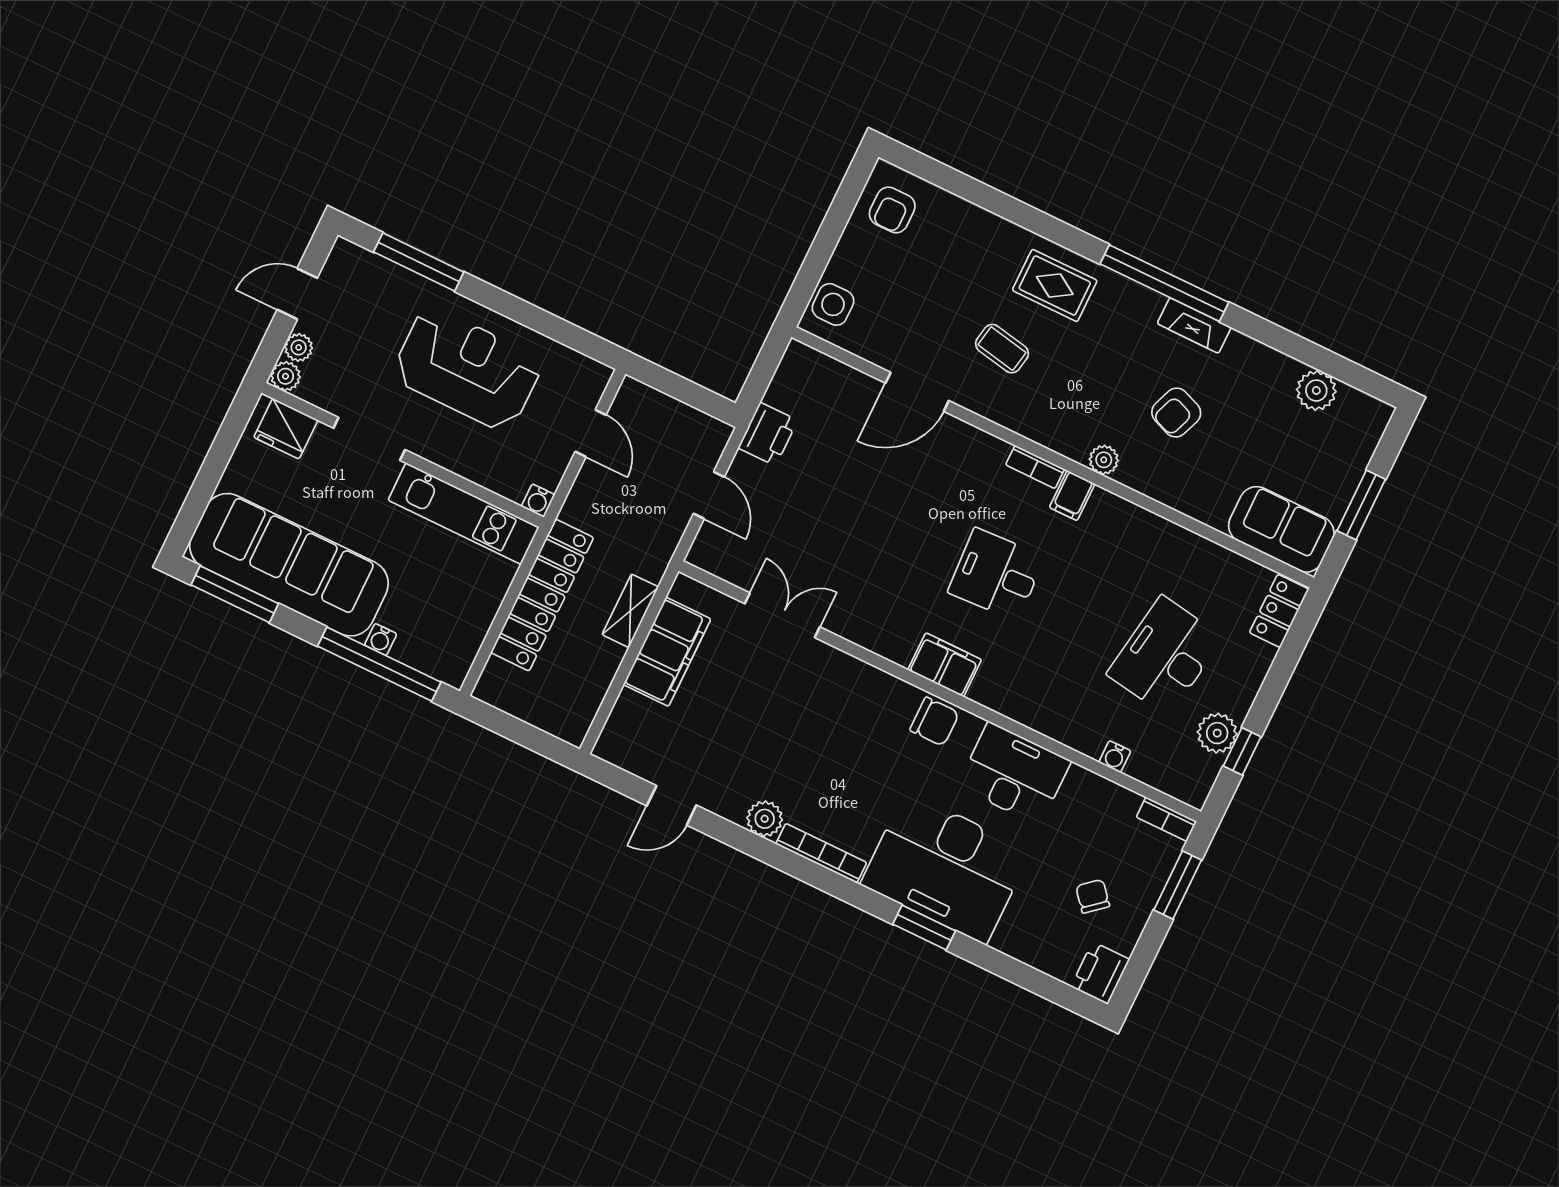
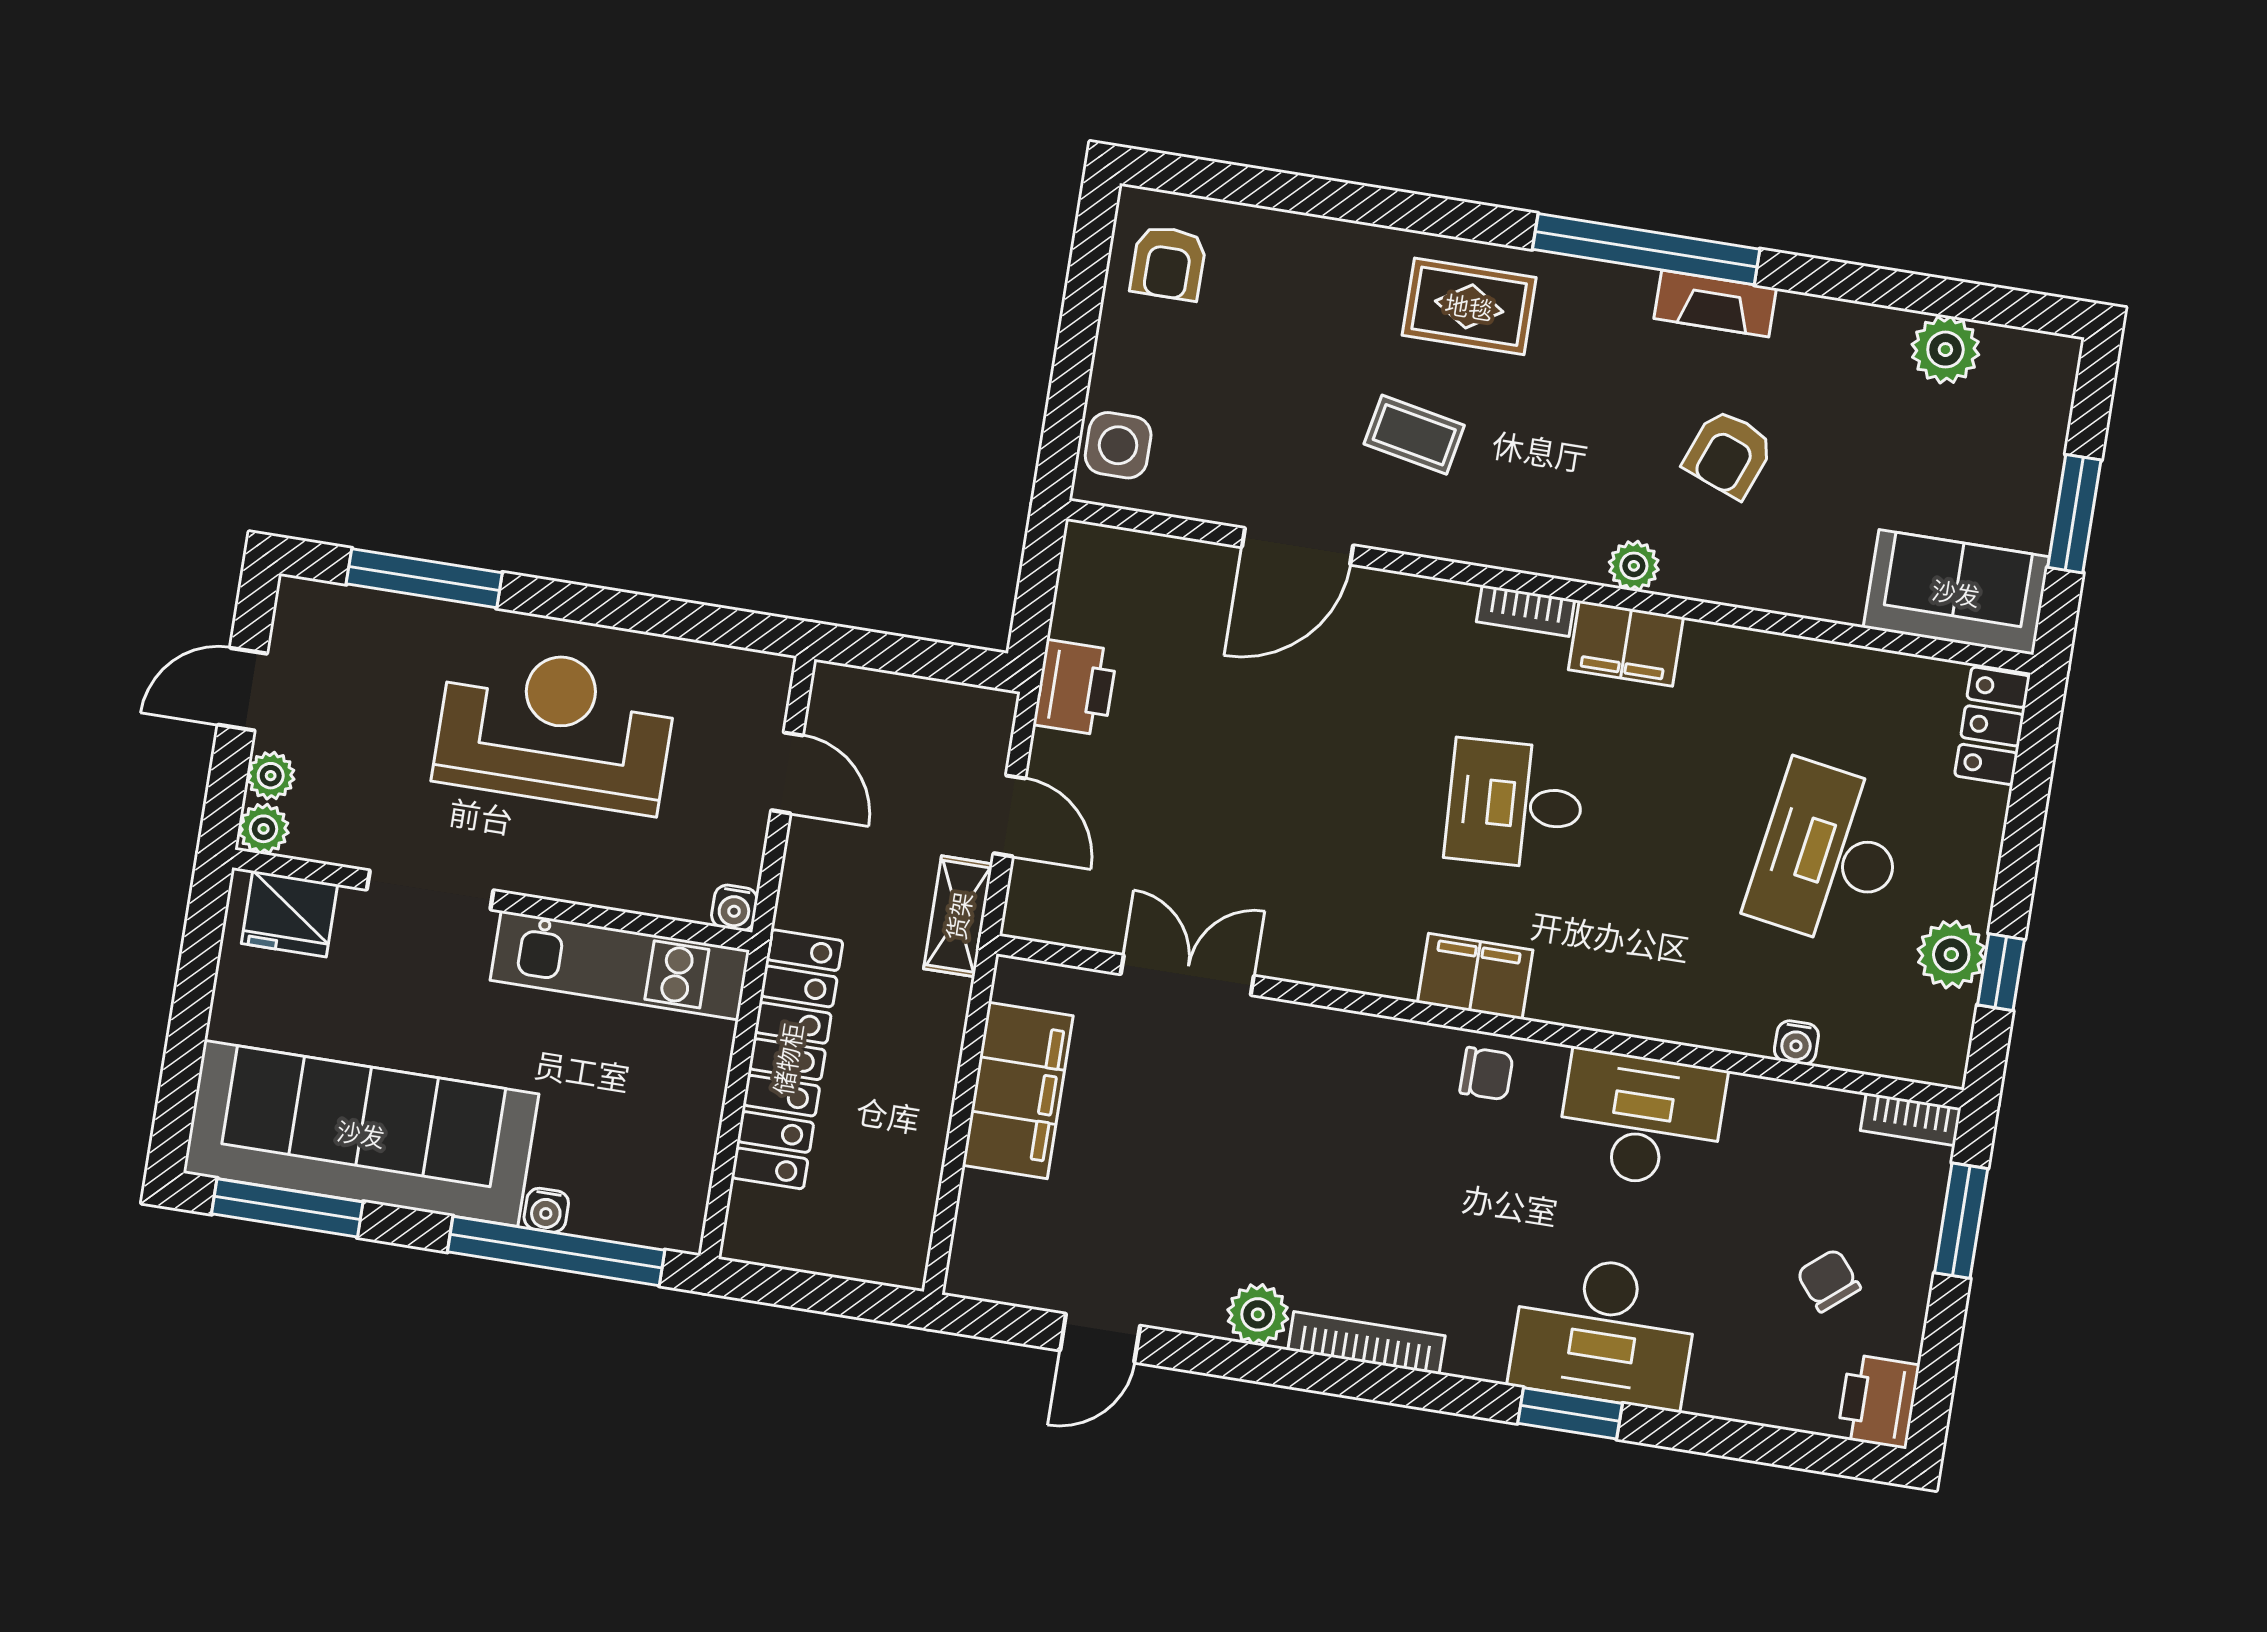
filing cabinet: (1072, 496) -> (1626, 643), width x2.00
shelving: (630, 611) -> (958, 916), moved
chair: (935, 722) -> (1486, 1074), width x0.73, depth x0.73
desk: (946, 868) -> (1604, 1331), width x0.73, depth x0.77

